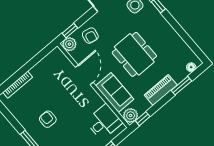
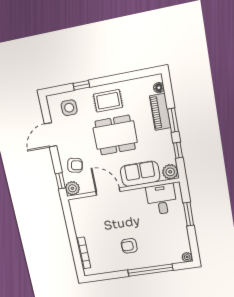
rug: (158, 33) -> (108, 101), added
window: (181, 86) -> (173, 120), moved
piano: (161, 90) -> (160, 112), moved
window: (143, 119) -> (178, 150), moved

